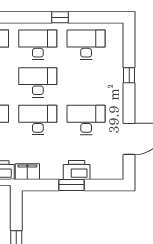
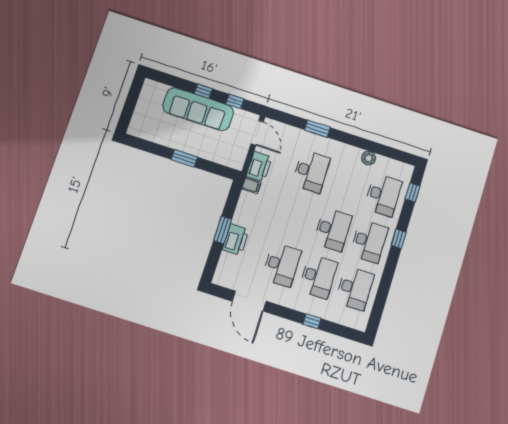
window: (60, 17) -> (399, 239), moved
desk: (38, 120) -> (318, 276), moved
filing cabinet: (27, 172) -> (252, 186), width x0.50

